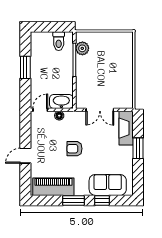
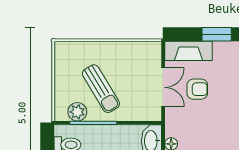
sun lounger: (99, 65) -> (101, 89), added
armchair: (74, 149) -> (197, 89), moved, turned -90

